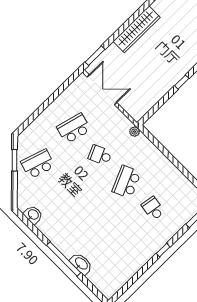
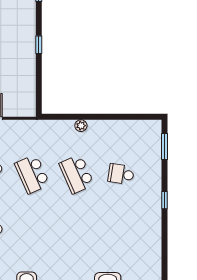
plant: (135, 132) -> (81, 126), moved
school desk: (100, 155) -> (32, 174), width x1.85

